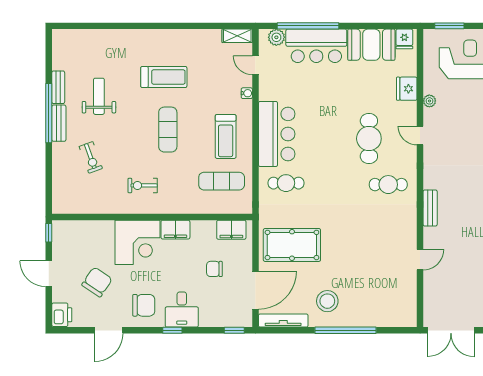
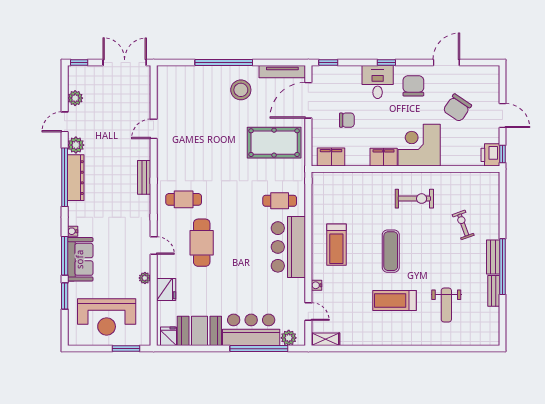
weight bench: (99, 96) -> (446, 305), moved
treadmill: (226, 136) -> (336, 245), turned 180
exercise mat: (222, 181) -> (340, 203), removed
exercise bike: (143, 185) -> (414, 199), width x1.38, depth x1.39
chair: (144, 305) -> (413, 86), turned 90
printer: (62, 315) -> (490, 155), moved

